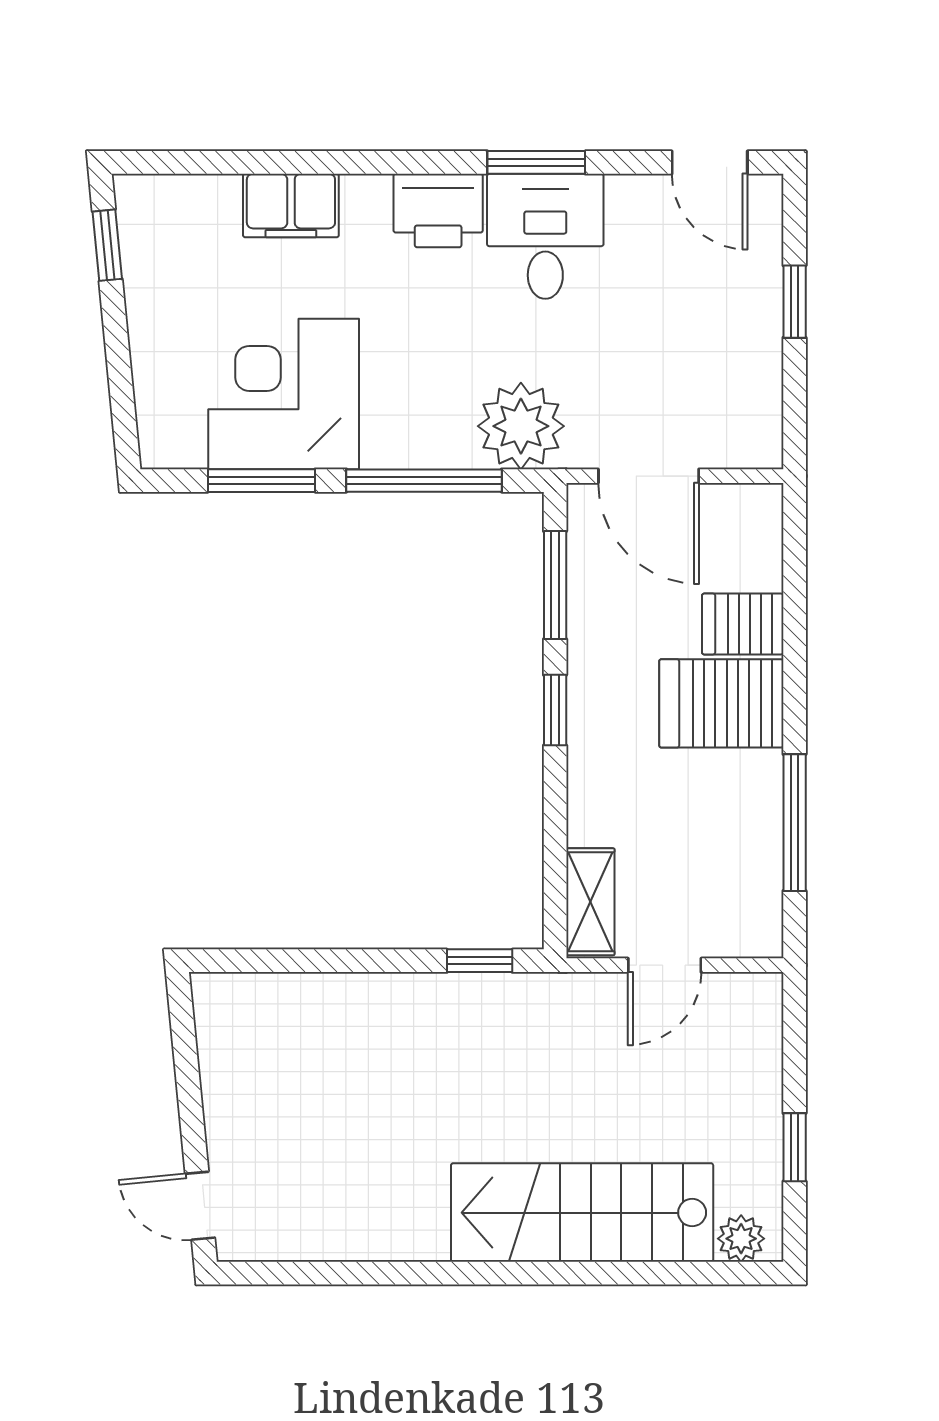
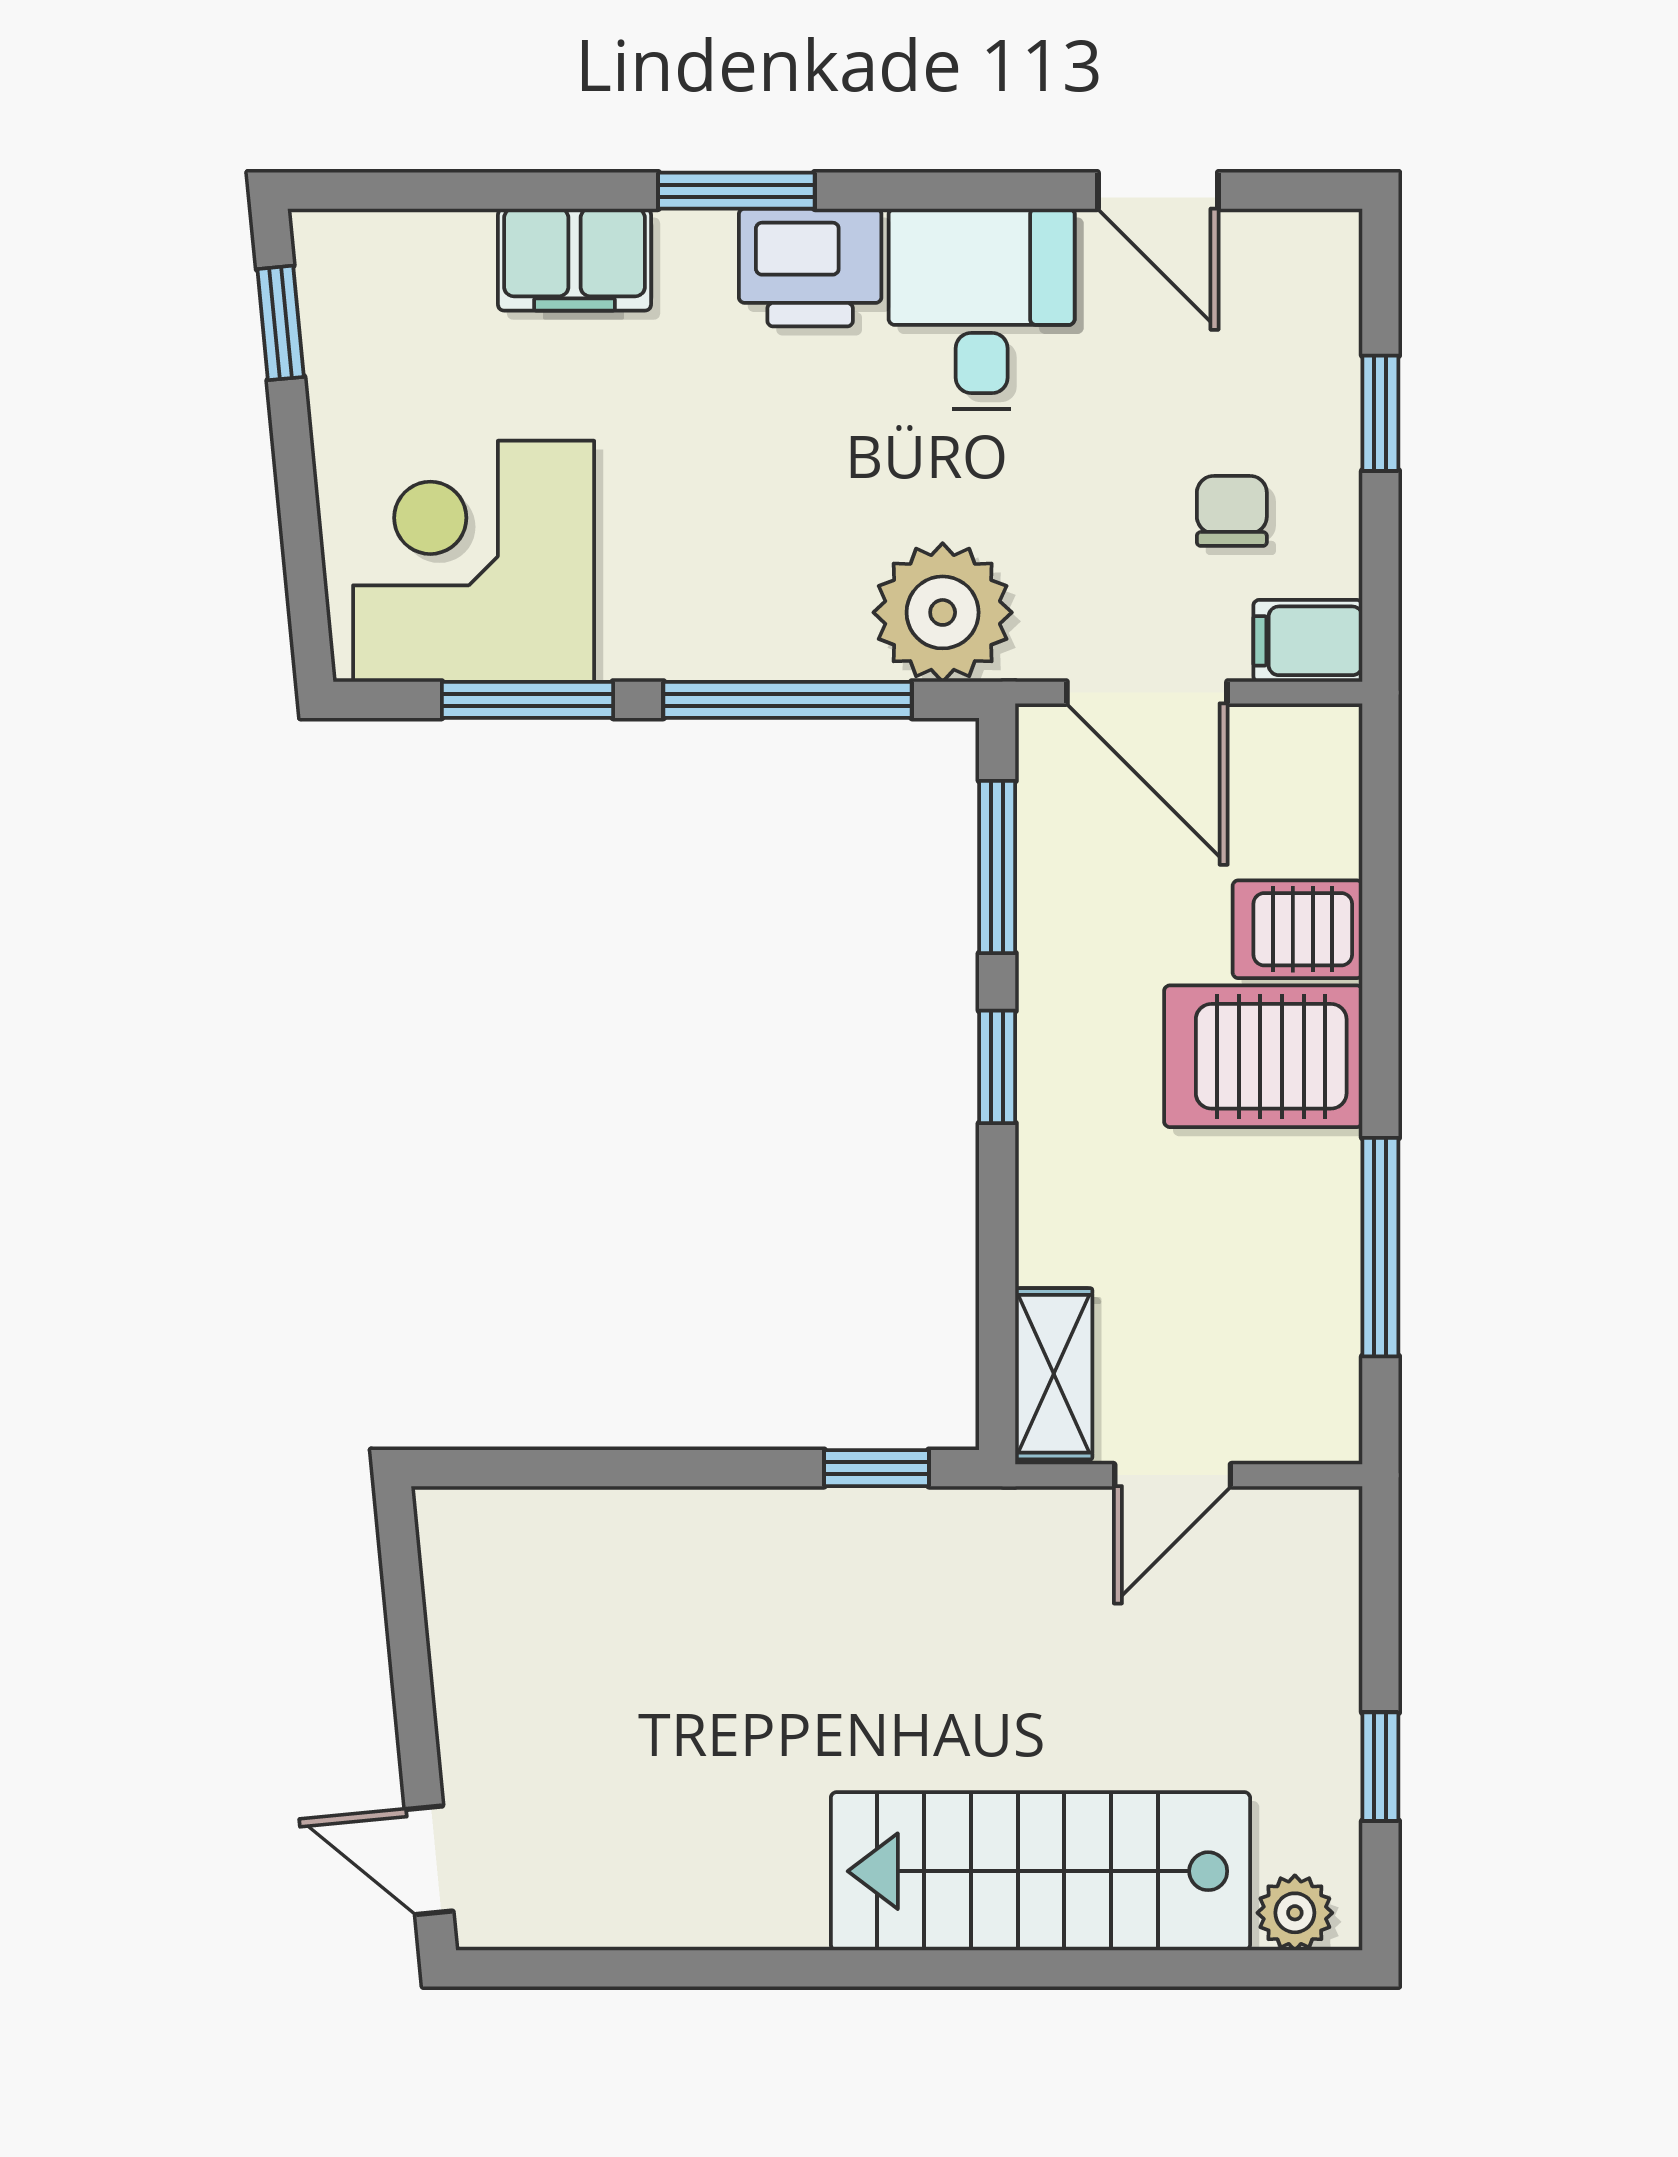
window: (536, 162) -> (736, 191), moved
door: (710, 162) -> (1158, 191), moved
chair: (702, 363) -> (1232, 511), added
corner desk: (284, 394) -> (474, 561), moved
filing cabinet: (749, 444) -> (1308, 641), added

